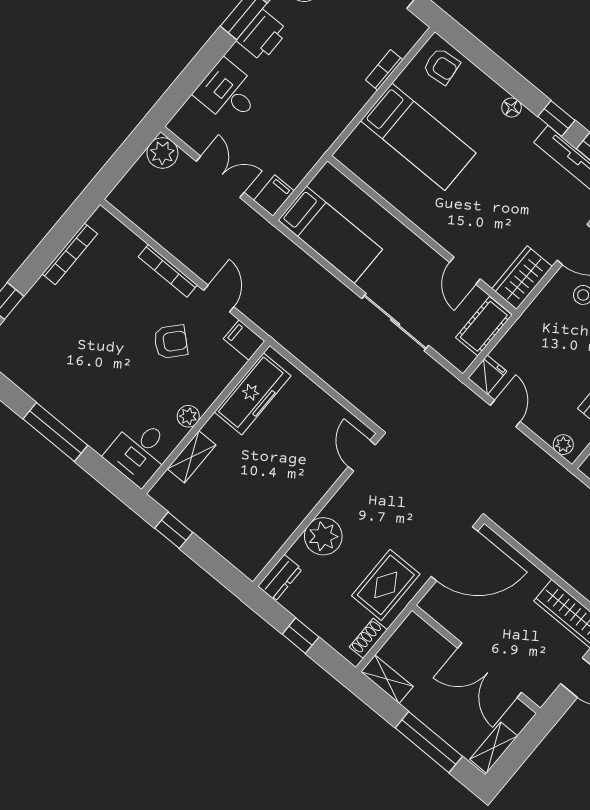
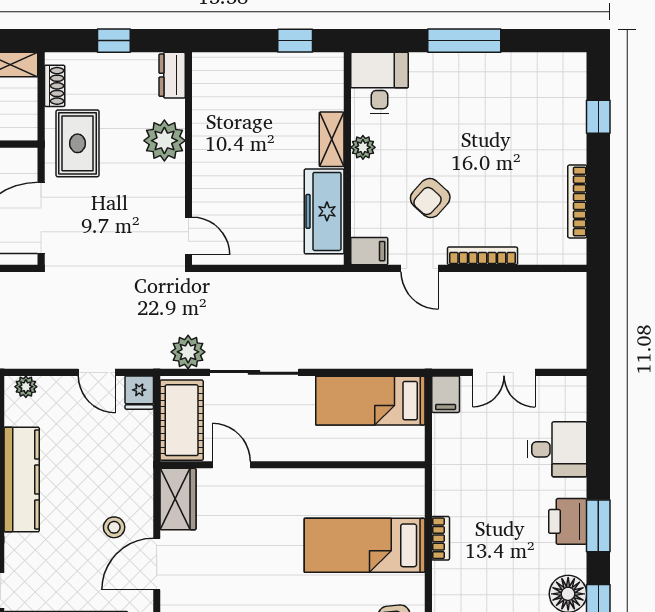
bookcase: (384, 70) -> (441, 538), moved
plant: (162, 153) -> (188, 352), moved
cot: (484, 326) -> (182, 420), width x1.37, depth x1.34
shelving: (192, 457) -> (332, 139), moved

